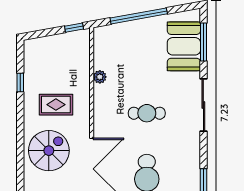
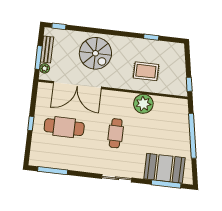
plant: (100, 77) -> (143, 104), width x1.87, depth x1.87
rug: (56, 105) -> (146, 71), moved, turned 90
sliding door: (203, 105) -> (117, 178), width x0.73

